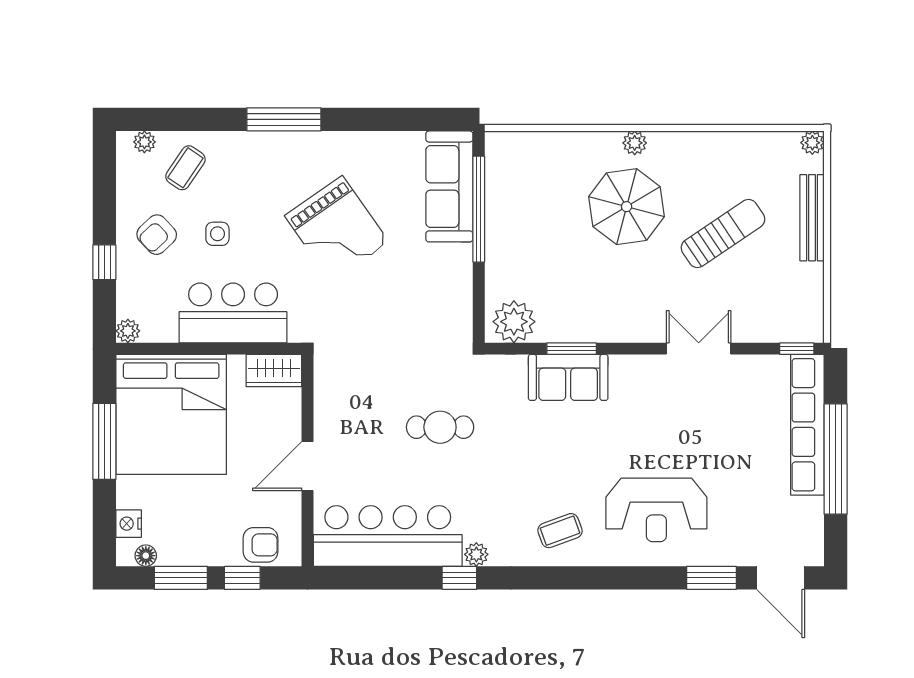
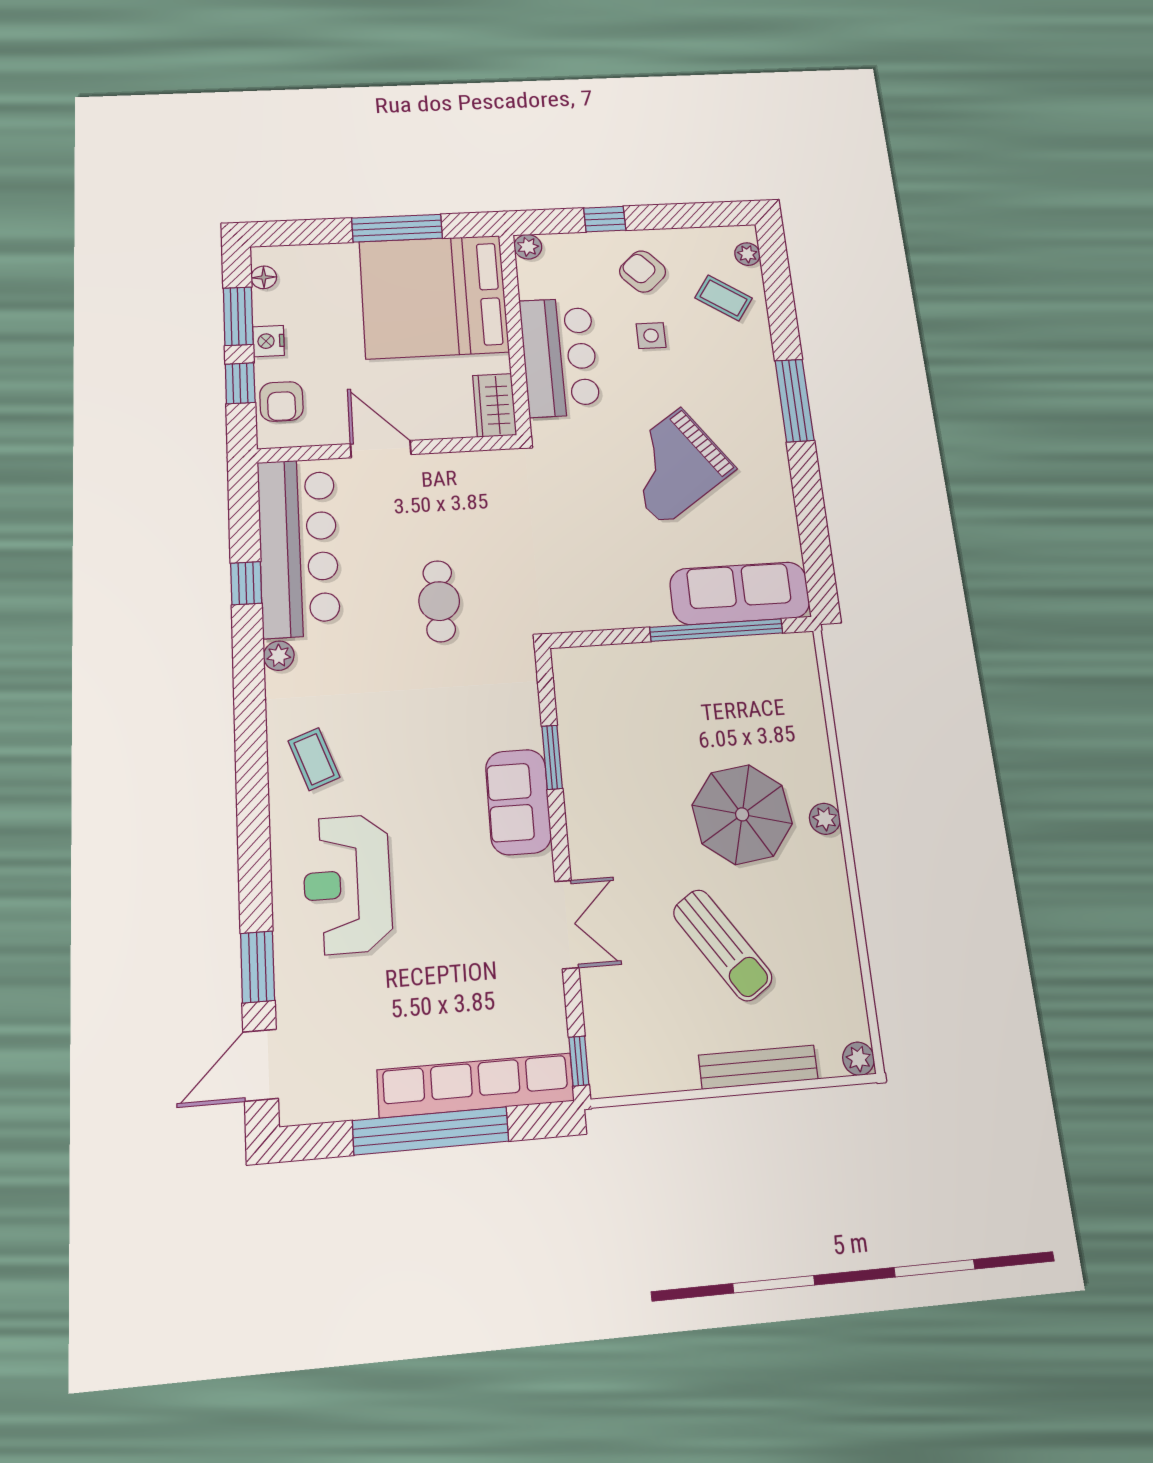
plant: (514, 322) -> (580, 683), removed
sofa: (568, 377) -> (518, 802), moved
nightstand: (129, 524) -> (268, 341), moved, turned -90
window: (459, 578) -> (246, 583), moved

